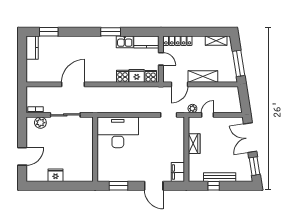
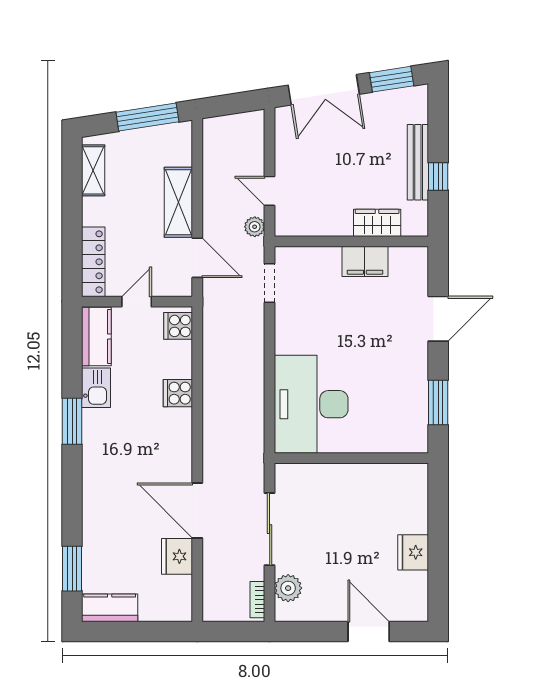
fridge: (137, 76) -> (177, 556), moved
wardrobe: (194, 144) -> (377, 223), moved
filing cabinet: (178, 172) -> (365, 261), moved

